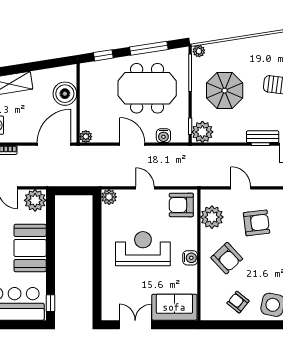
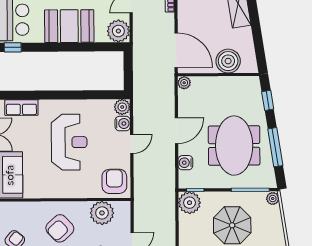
water cooler: (190, 258) -> (123, 124), moved, turned -90
row of seats: (109, 295) -> (21, 108), added

